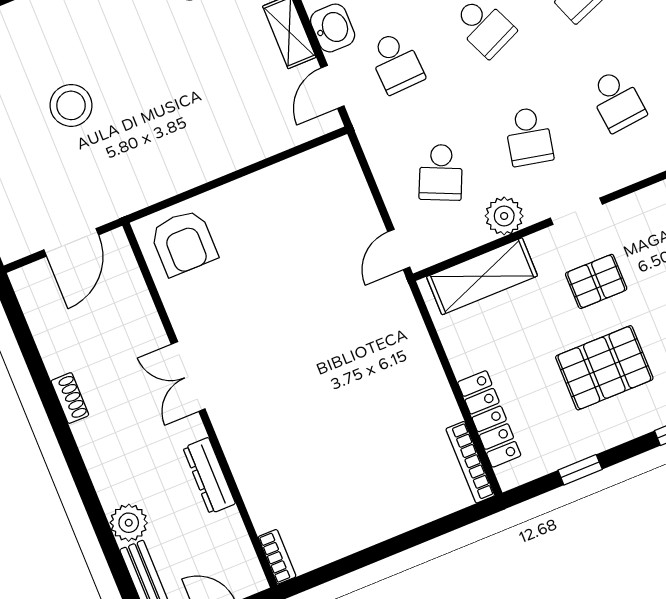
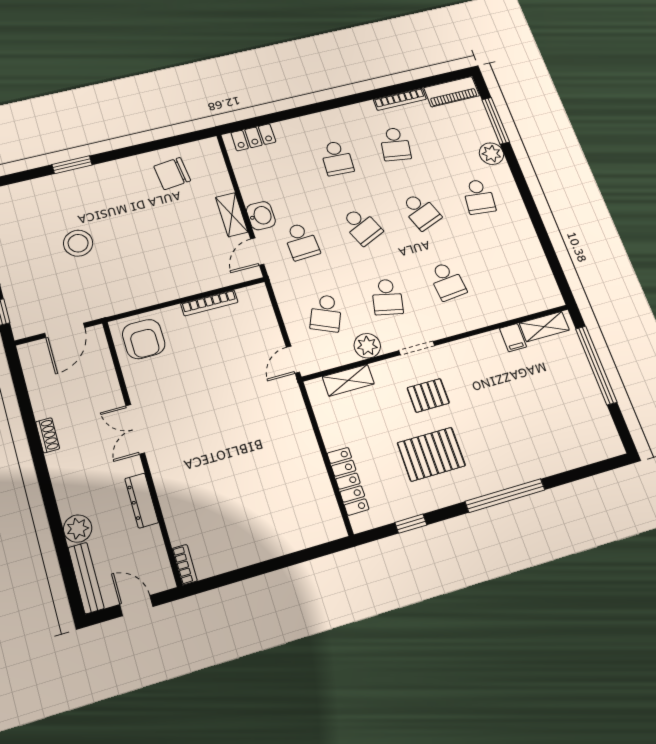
shelving: (482, 276) -> (348, 380), width x0.67, depth x0.75
bookcase: (470, 462) -> (209, 303), moved, turned -90

